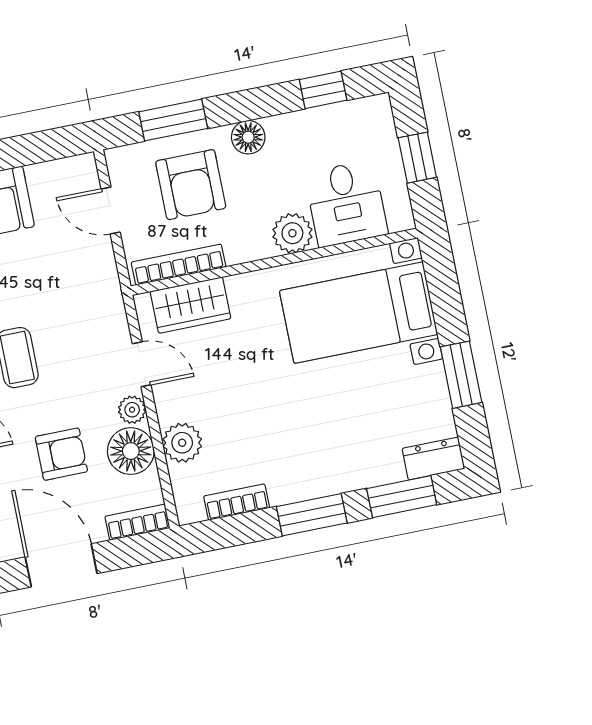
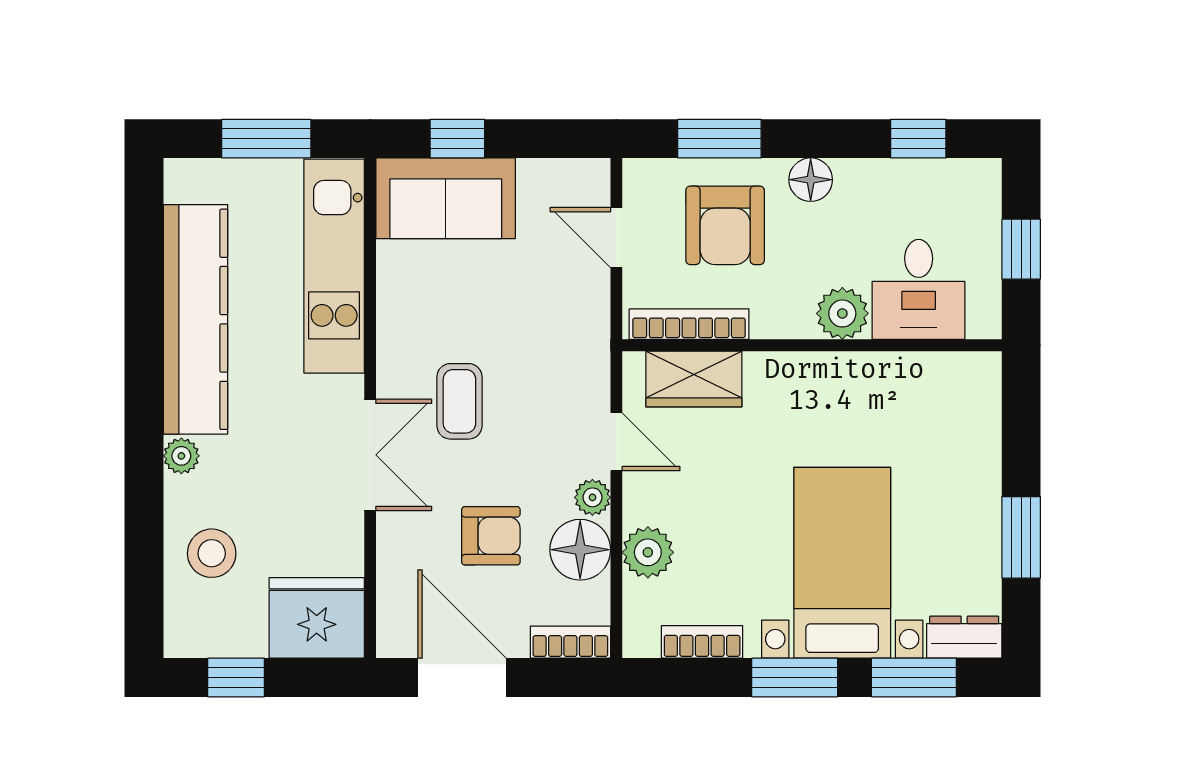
bed with nightstands: (359, 313) -> (842, 563), moved, turned 90

